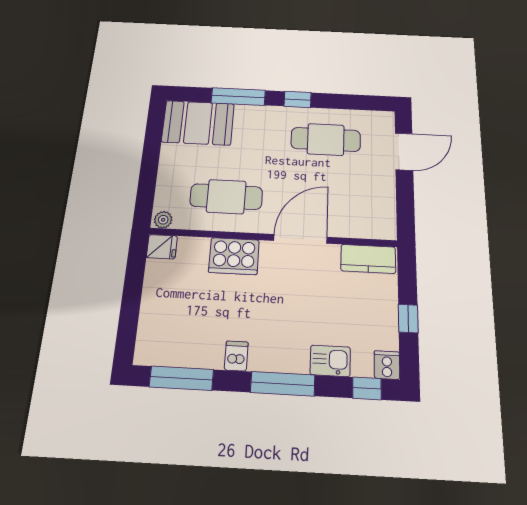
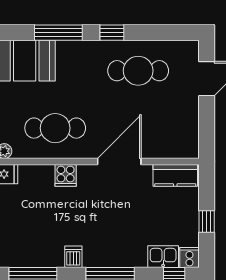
cooker: (234, 256) -> (66, 175), width x0.53, depth x0.76
kitchen sink: (330, 361) -> (163, 257), moved

